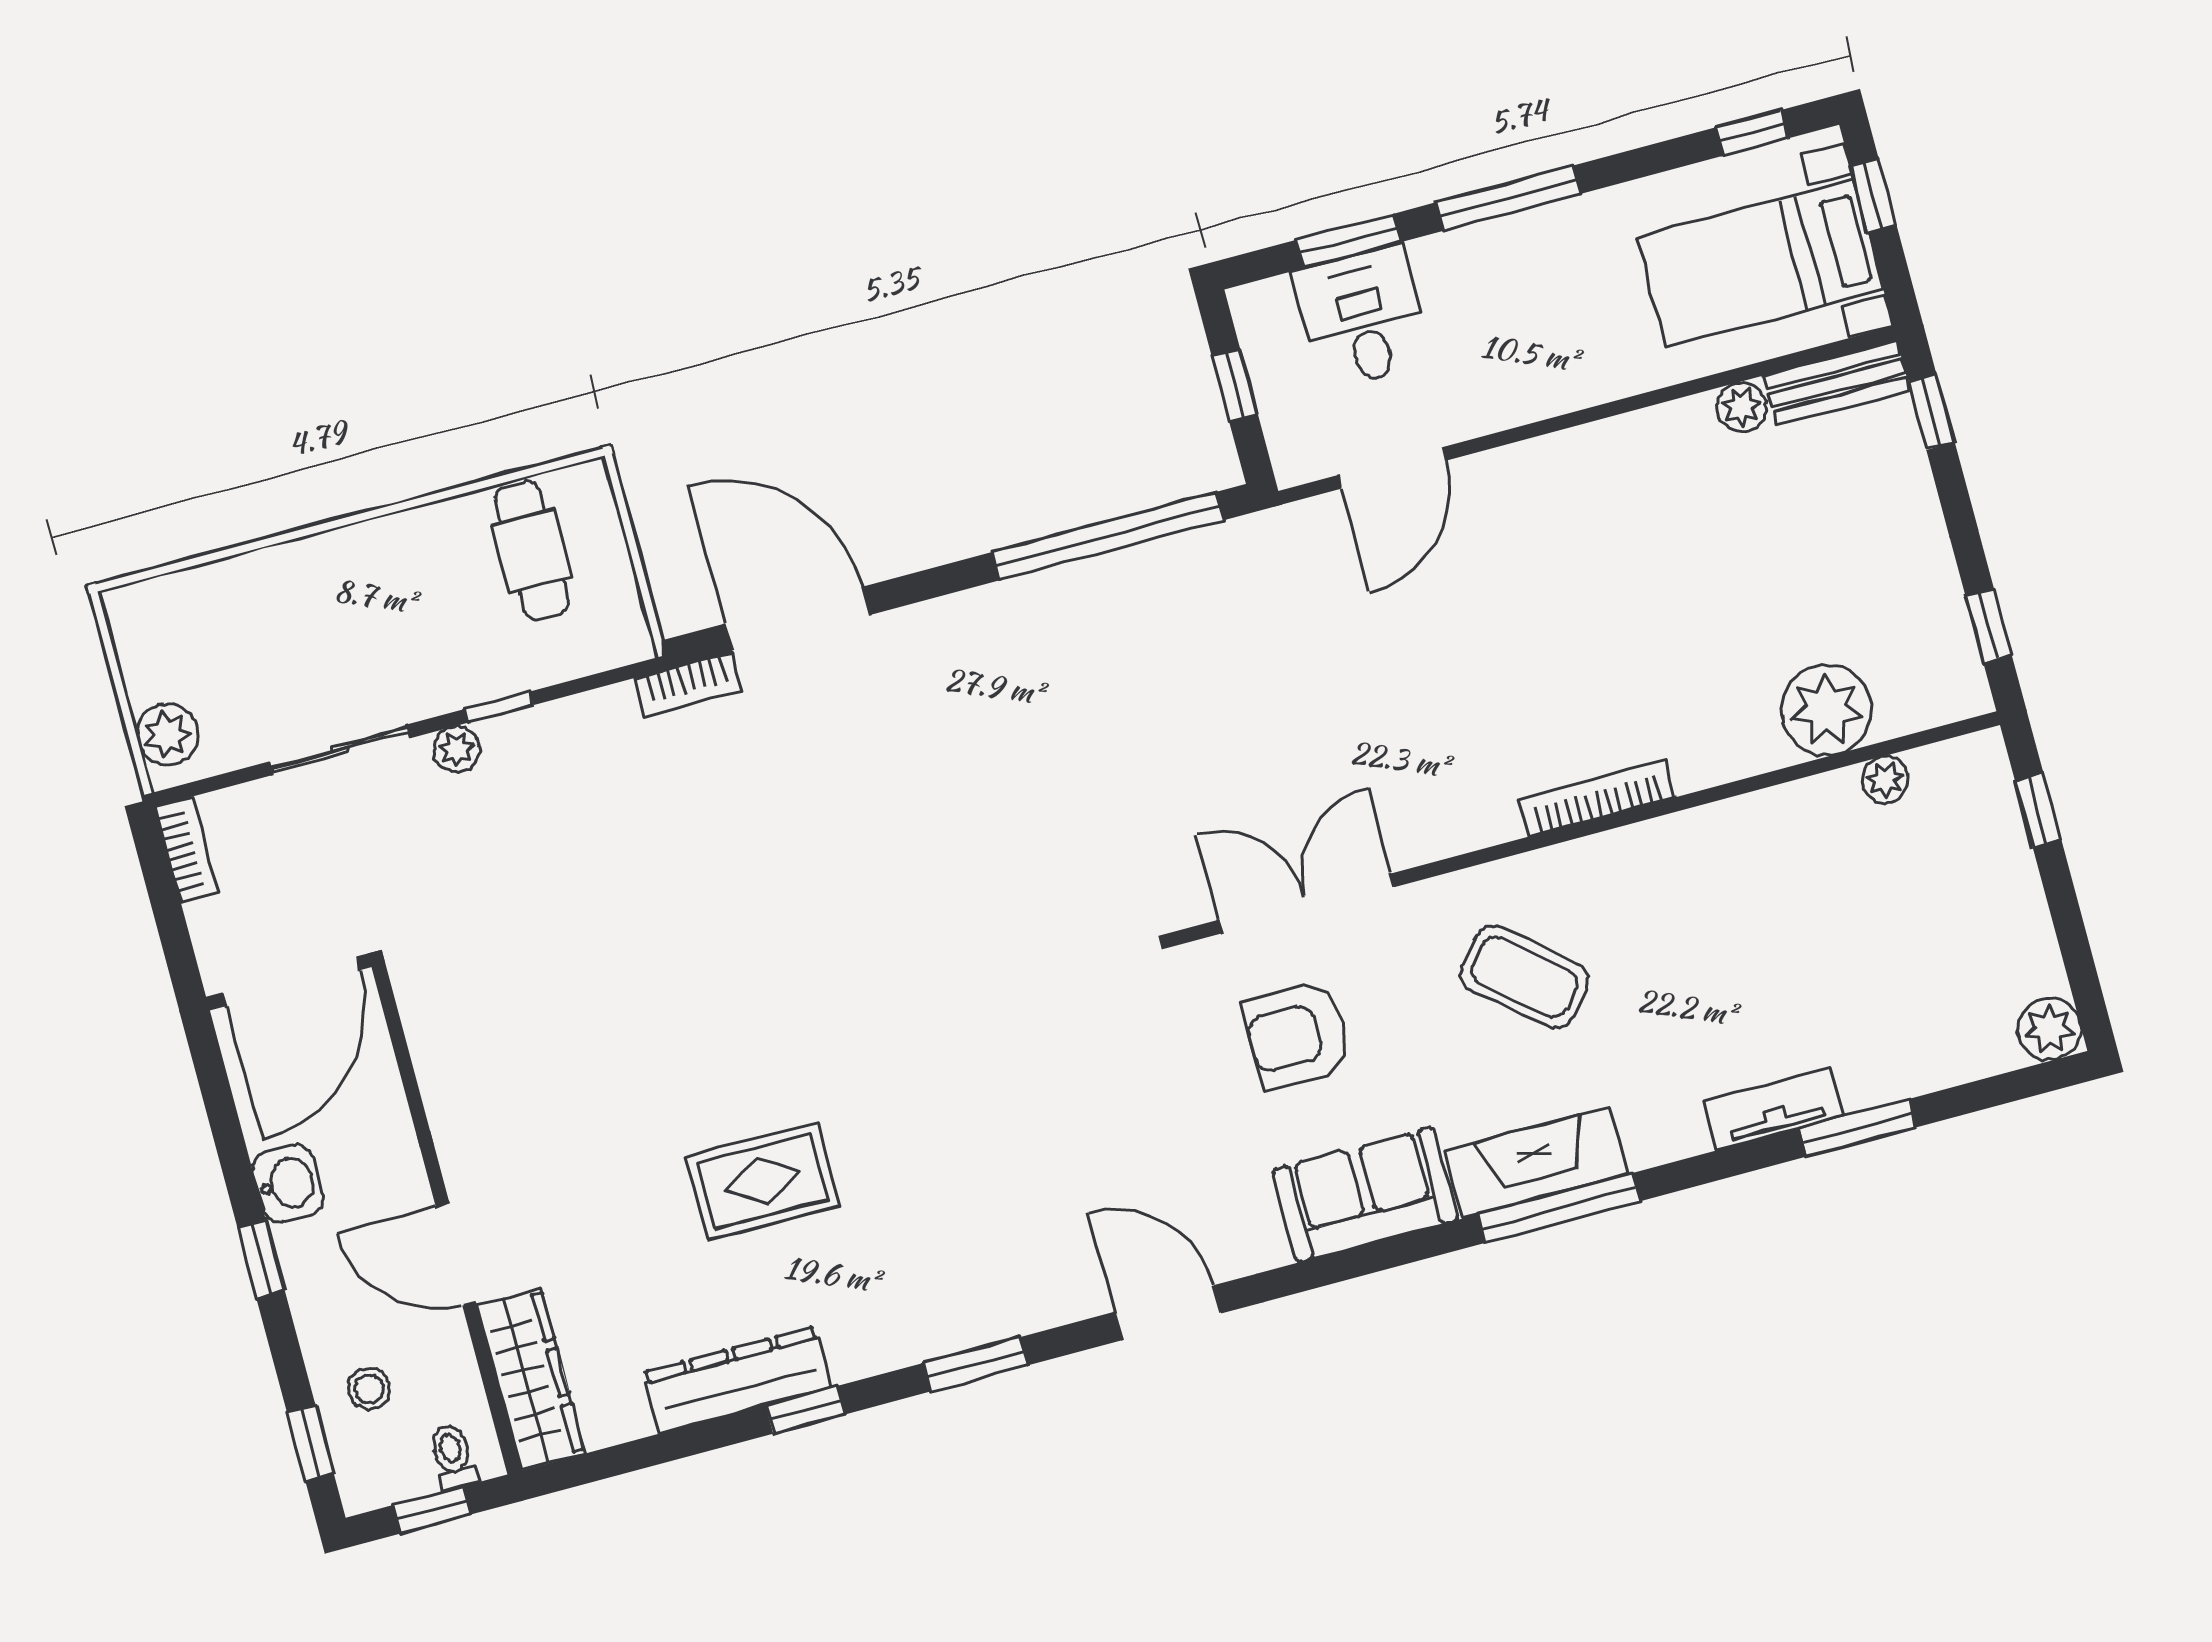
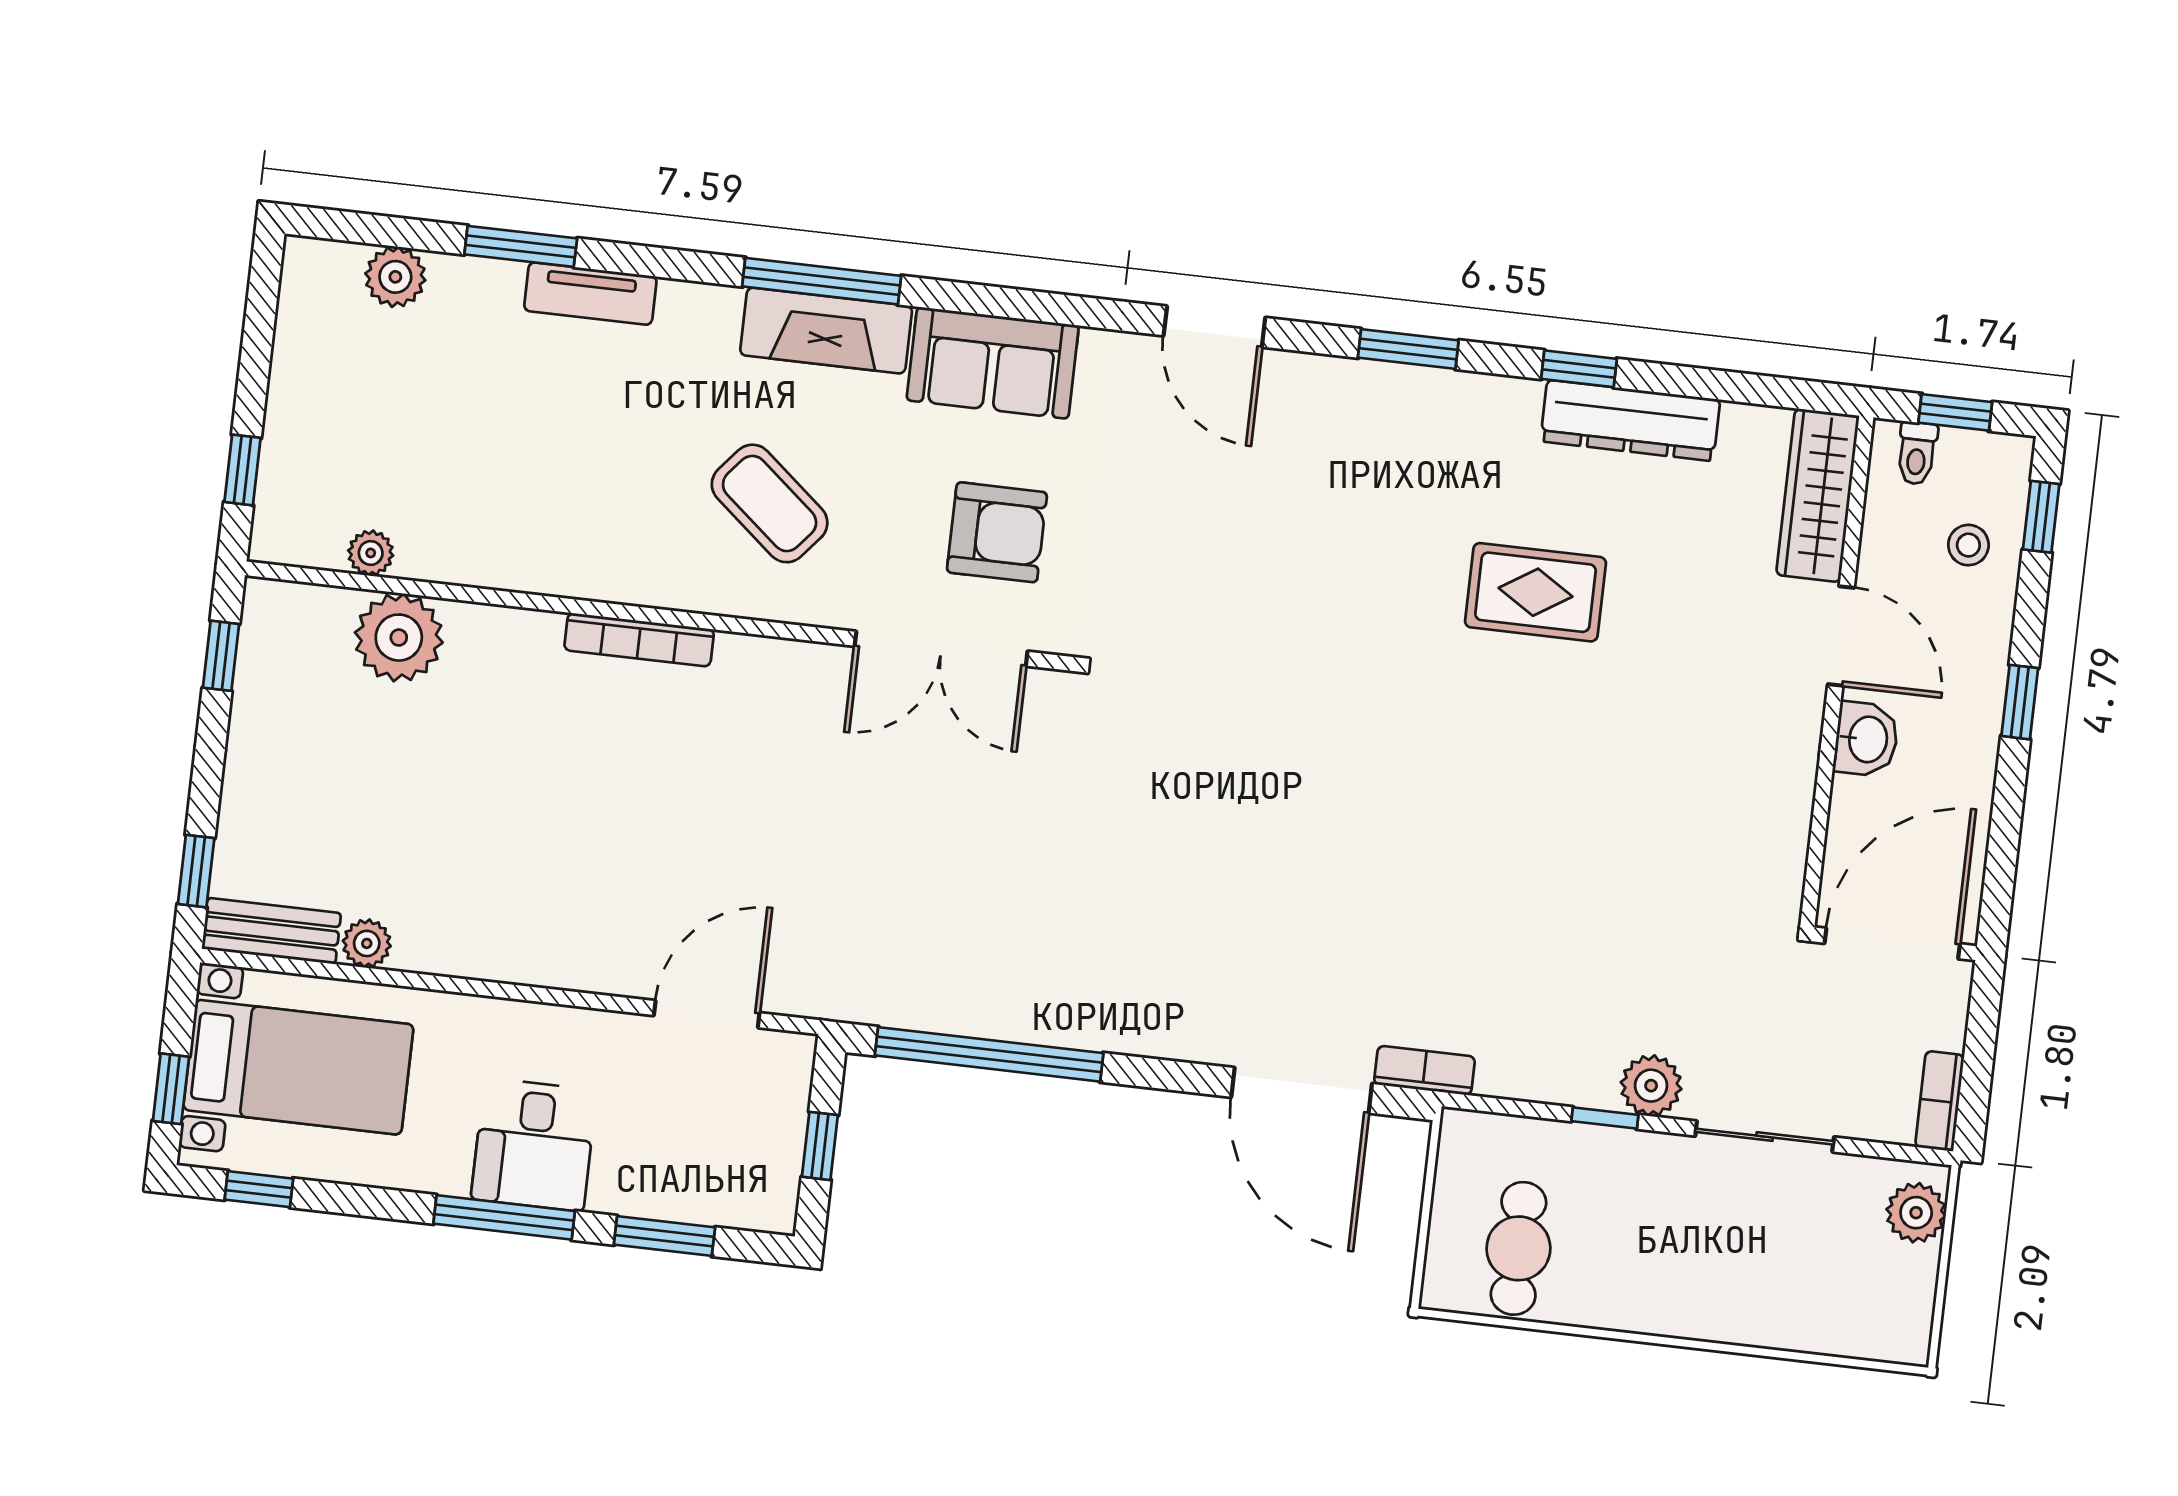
desk: (1363, 317) -> (534, 1145), moved
plant: (457, 749) -> (1651, 1086), width x1.38, depth x1.38
plant: (2049, 1029) -> (395, 277), moved
washbasin: (288, 1183) -> (1866, 739), moved, turned 180

